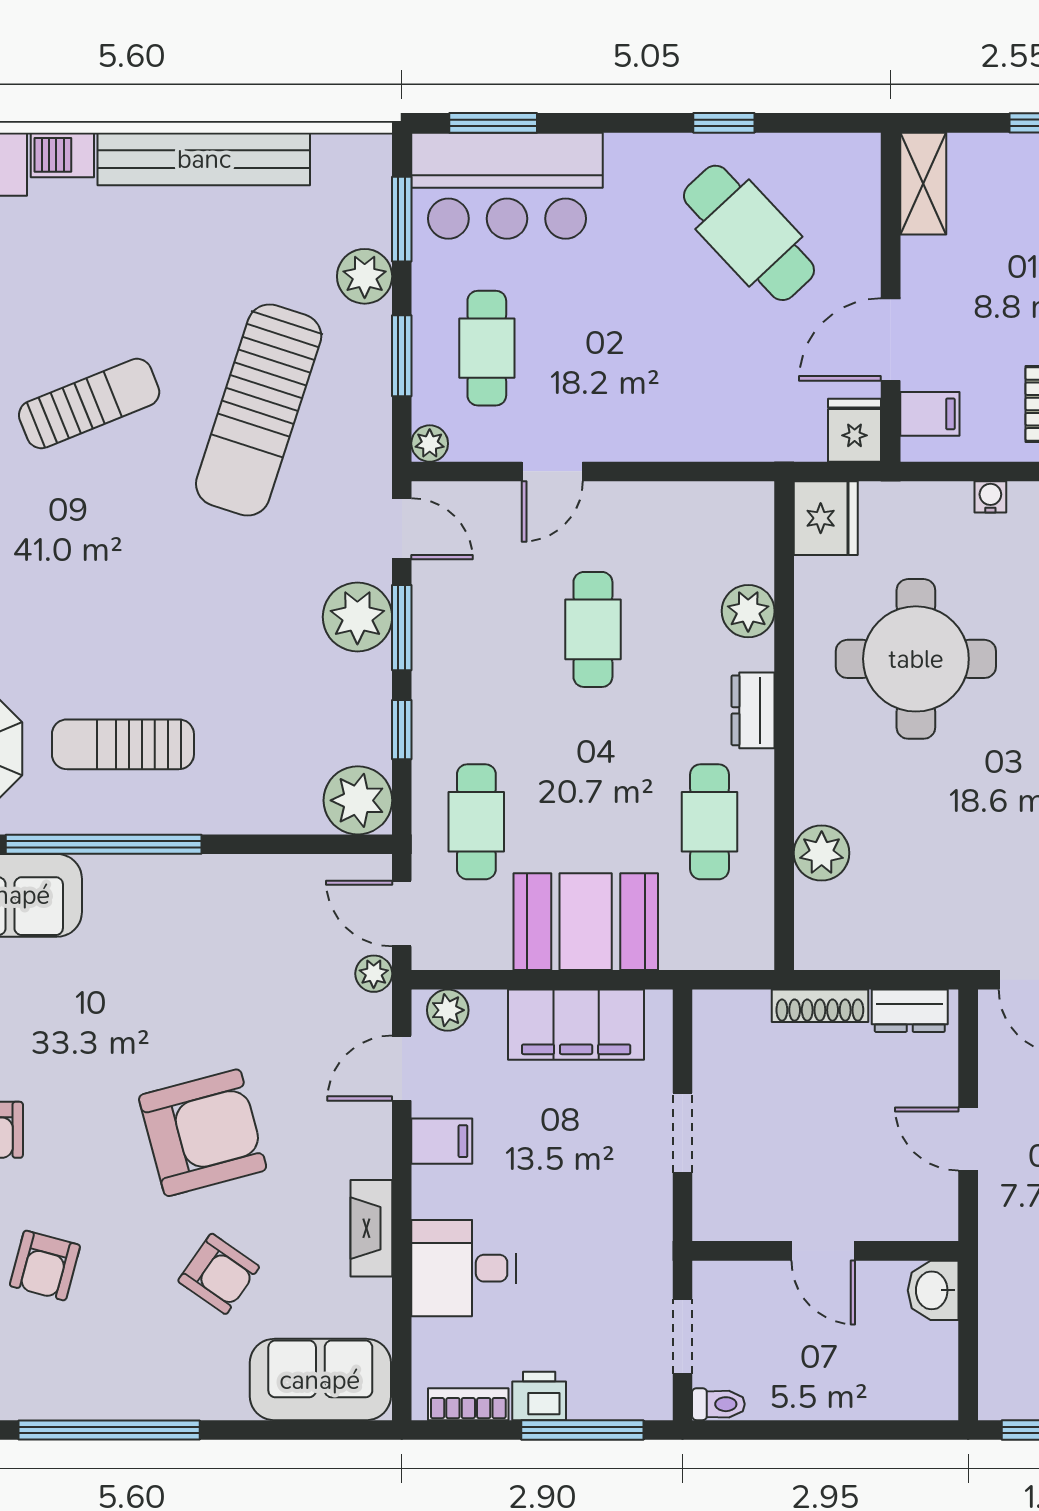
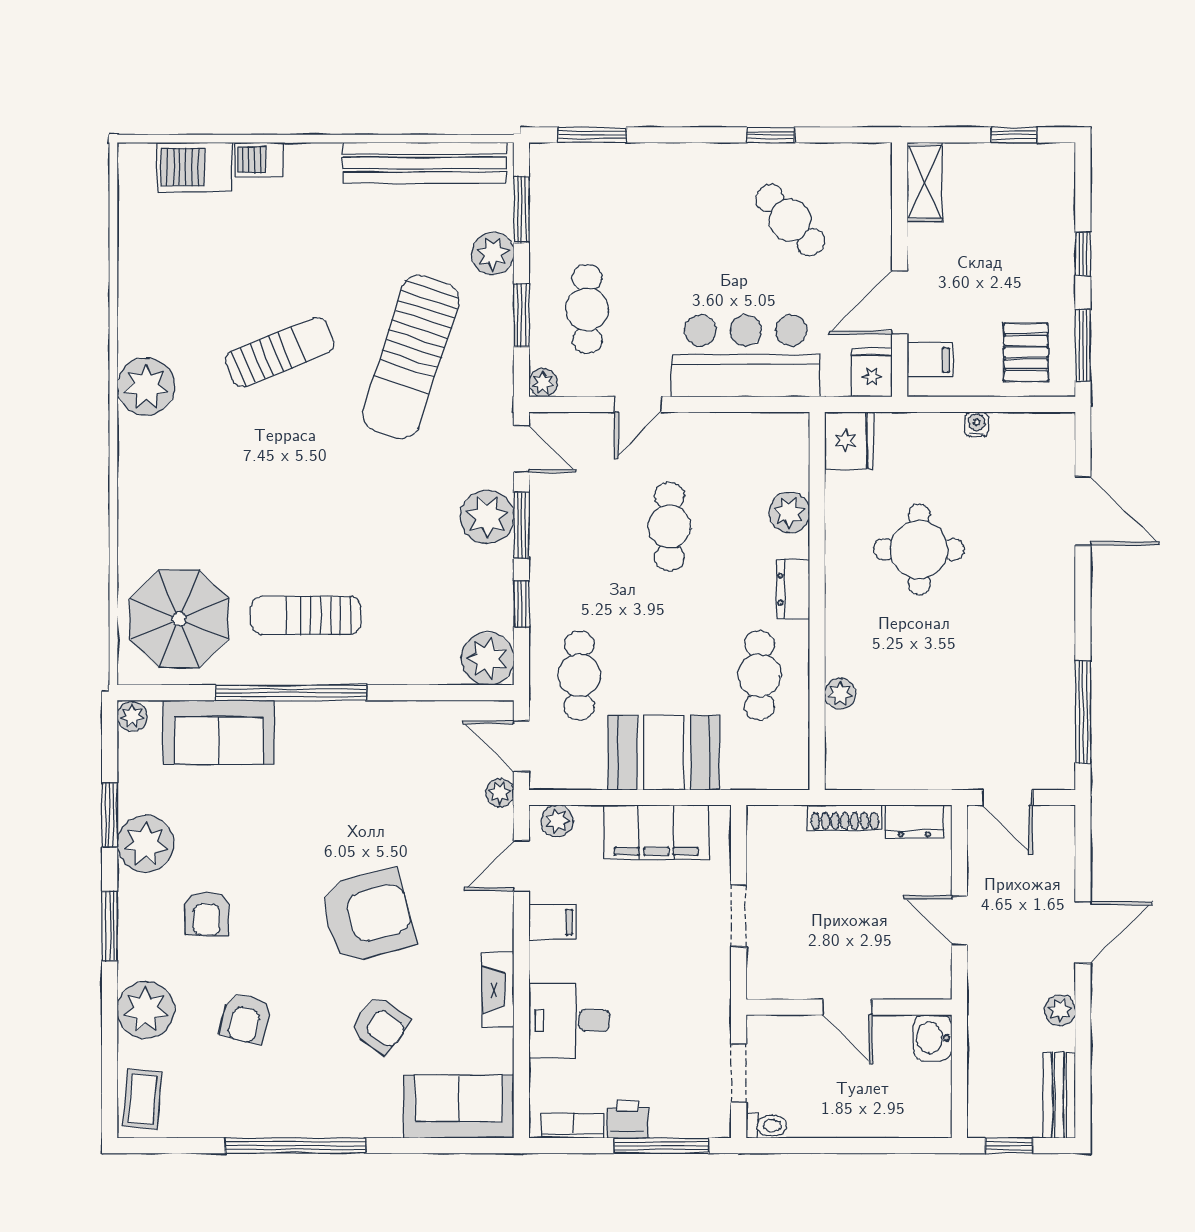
bench: (204, 159) -> (424, 163), moved
bar counter: (507, 186) -> (746, 356), moved, turned 180
cafe table: (749, 233) -> (790, 220), width x0.73, depth x0.74
round table: (916, 659) -> (919, 549), width x0.73, depth x0.73
plant: (822, 853) -> (840, 694), width x0.73, depth x0.73

